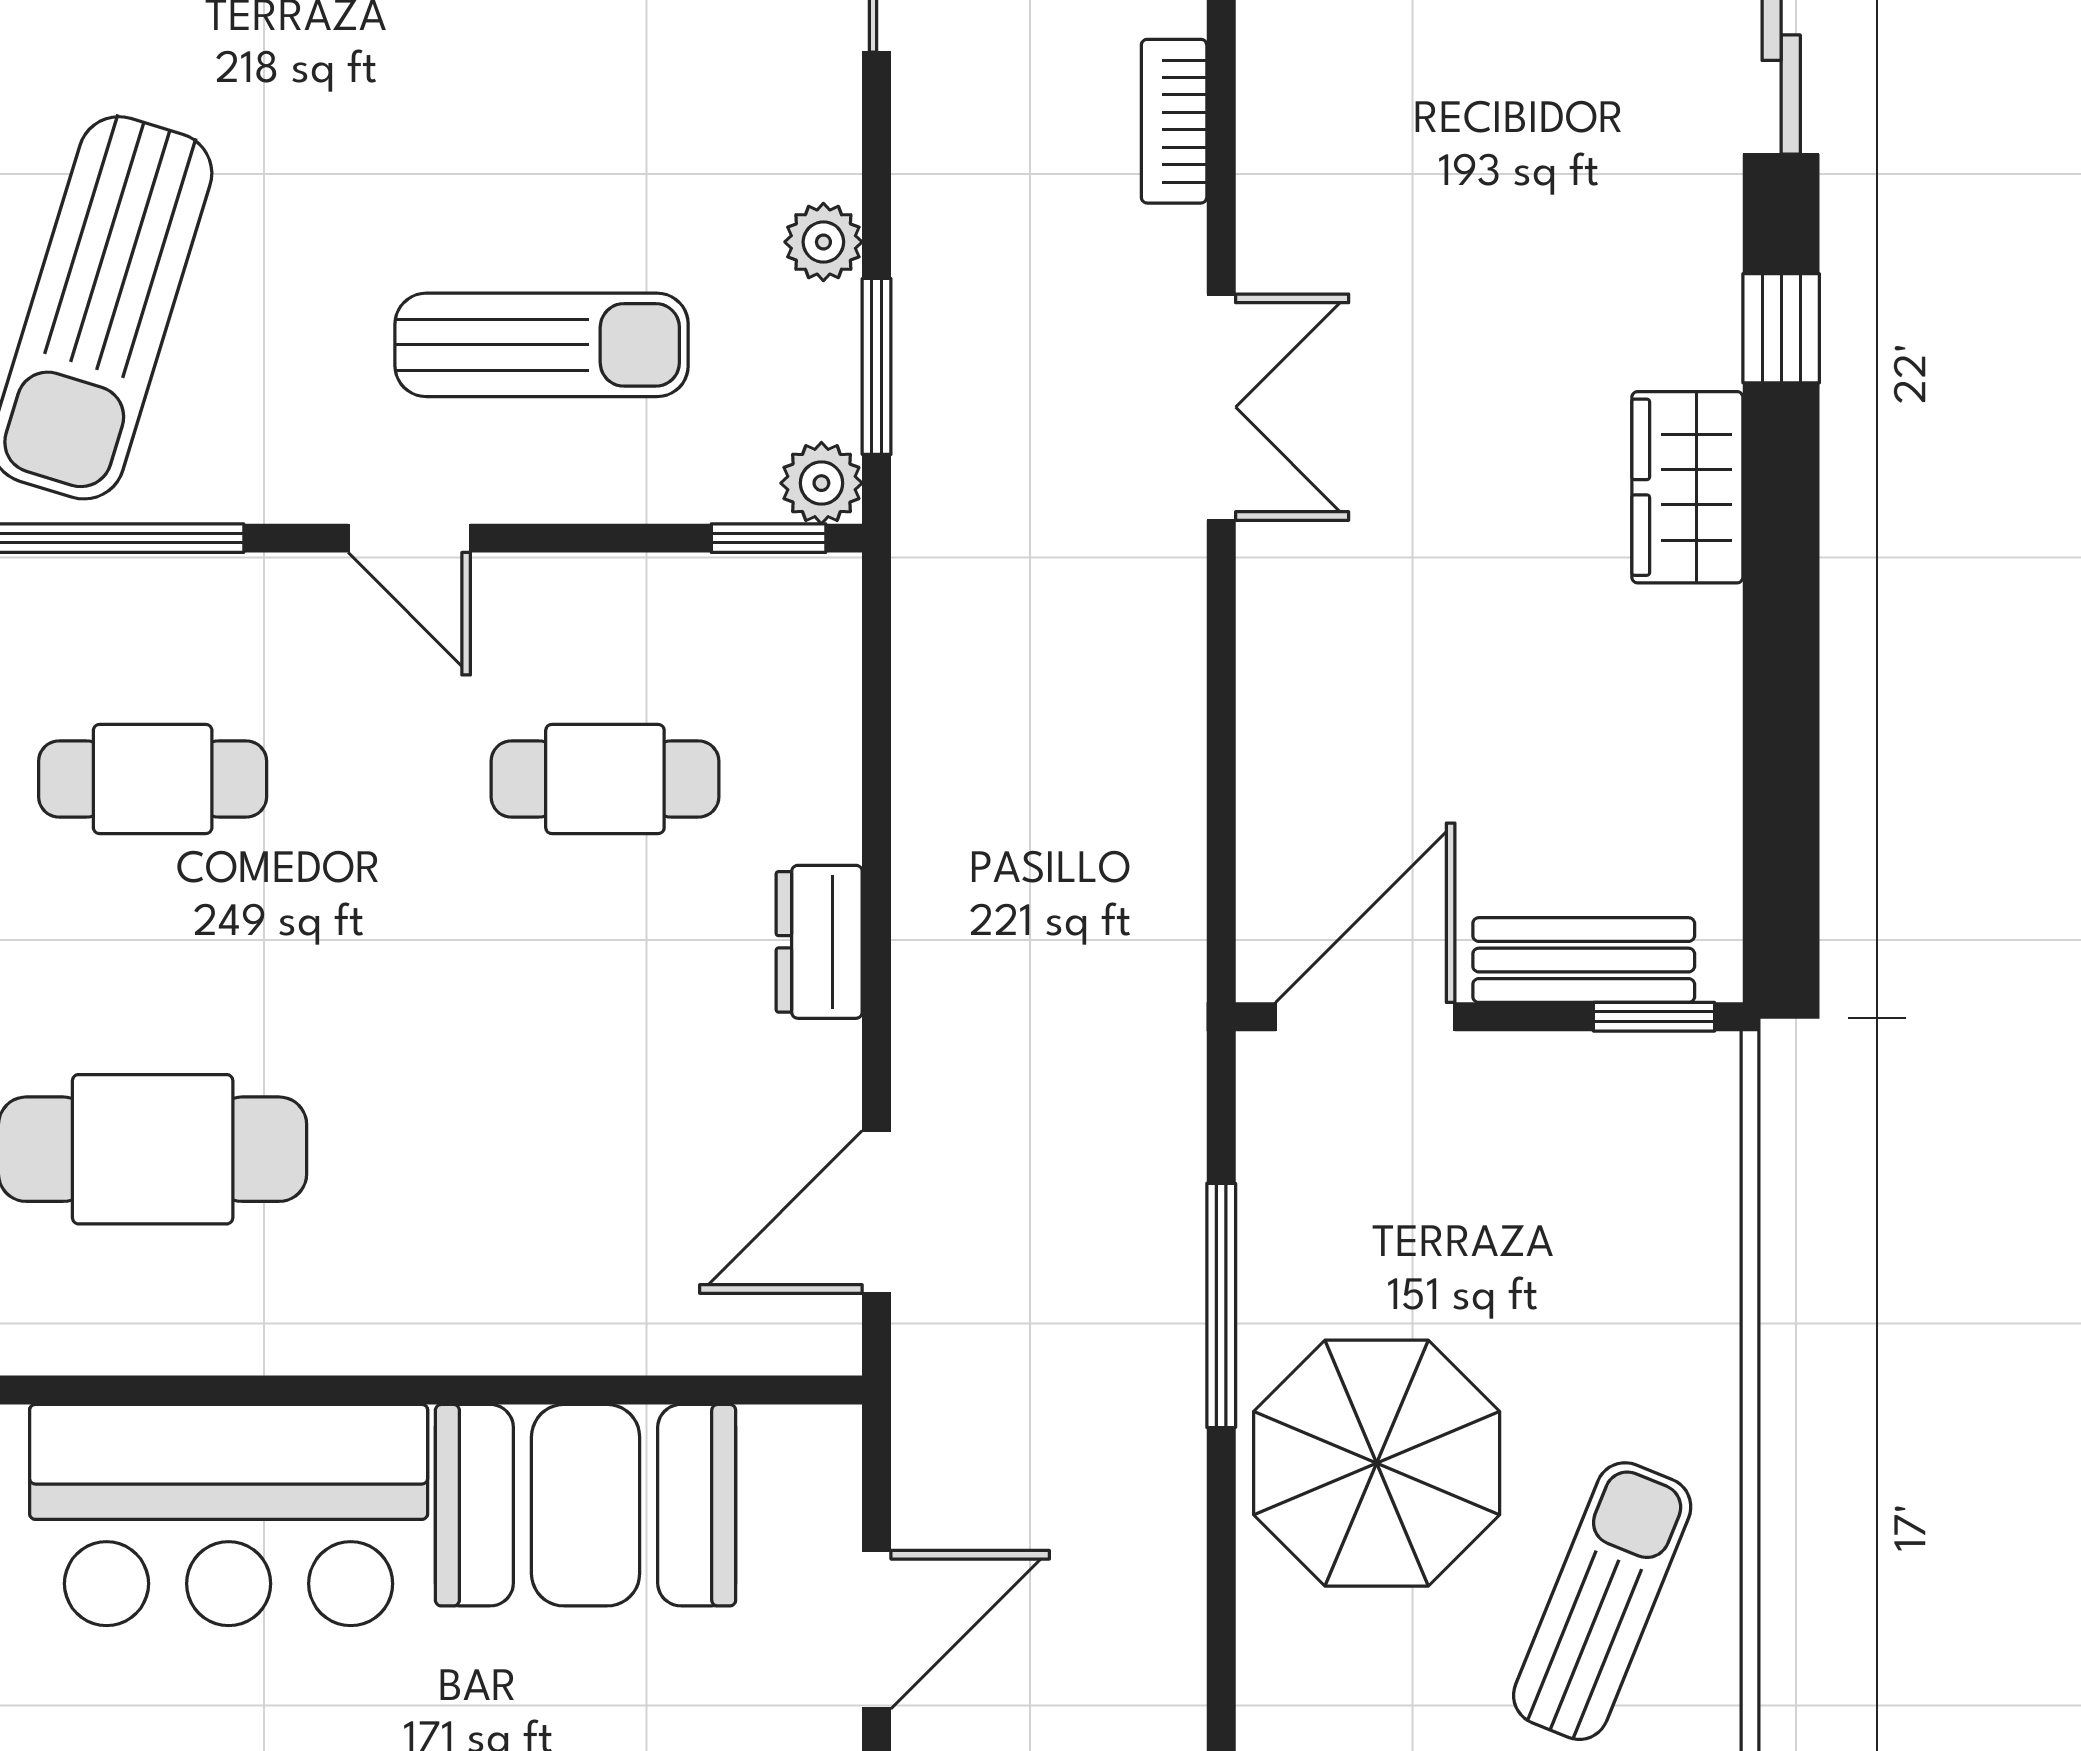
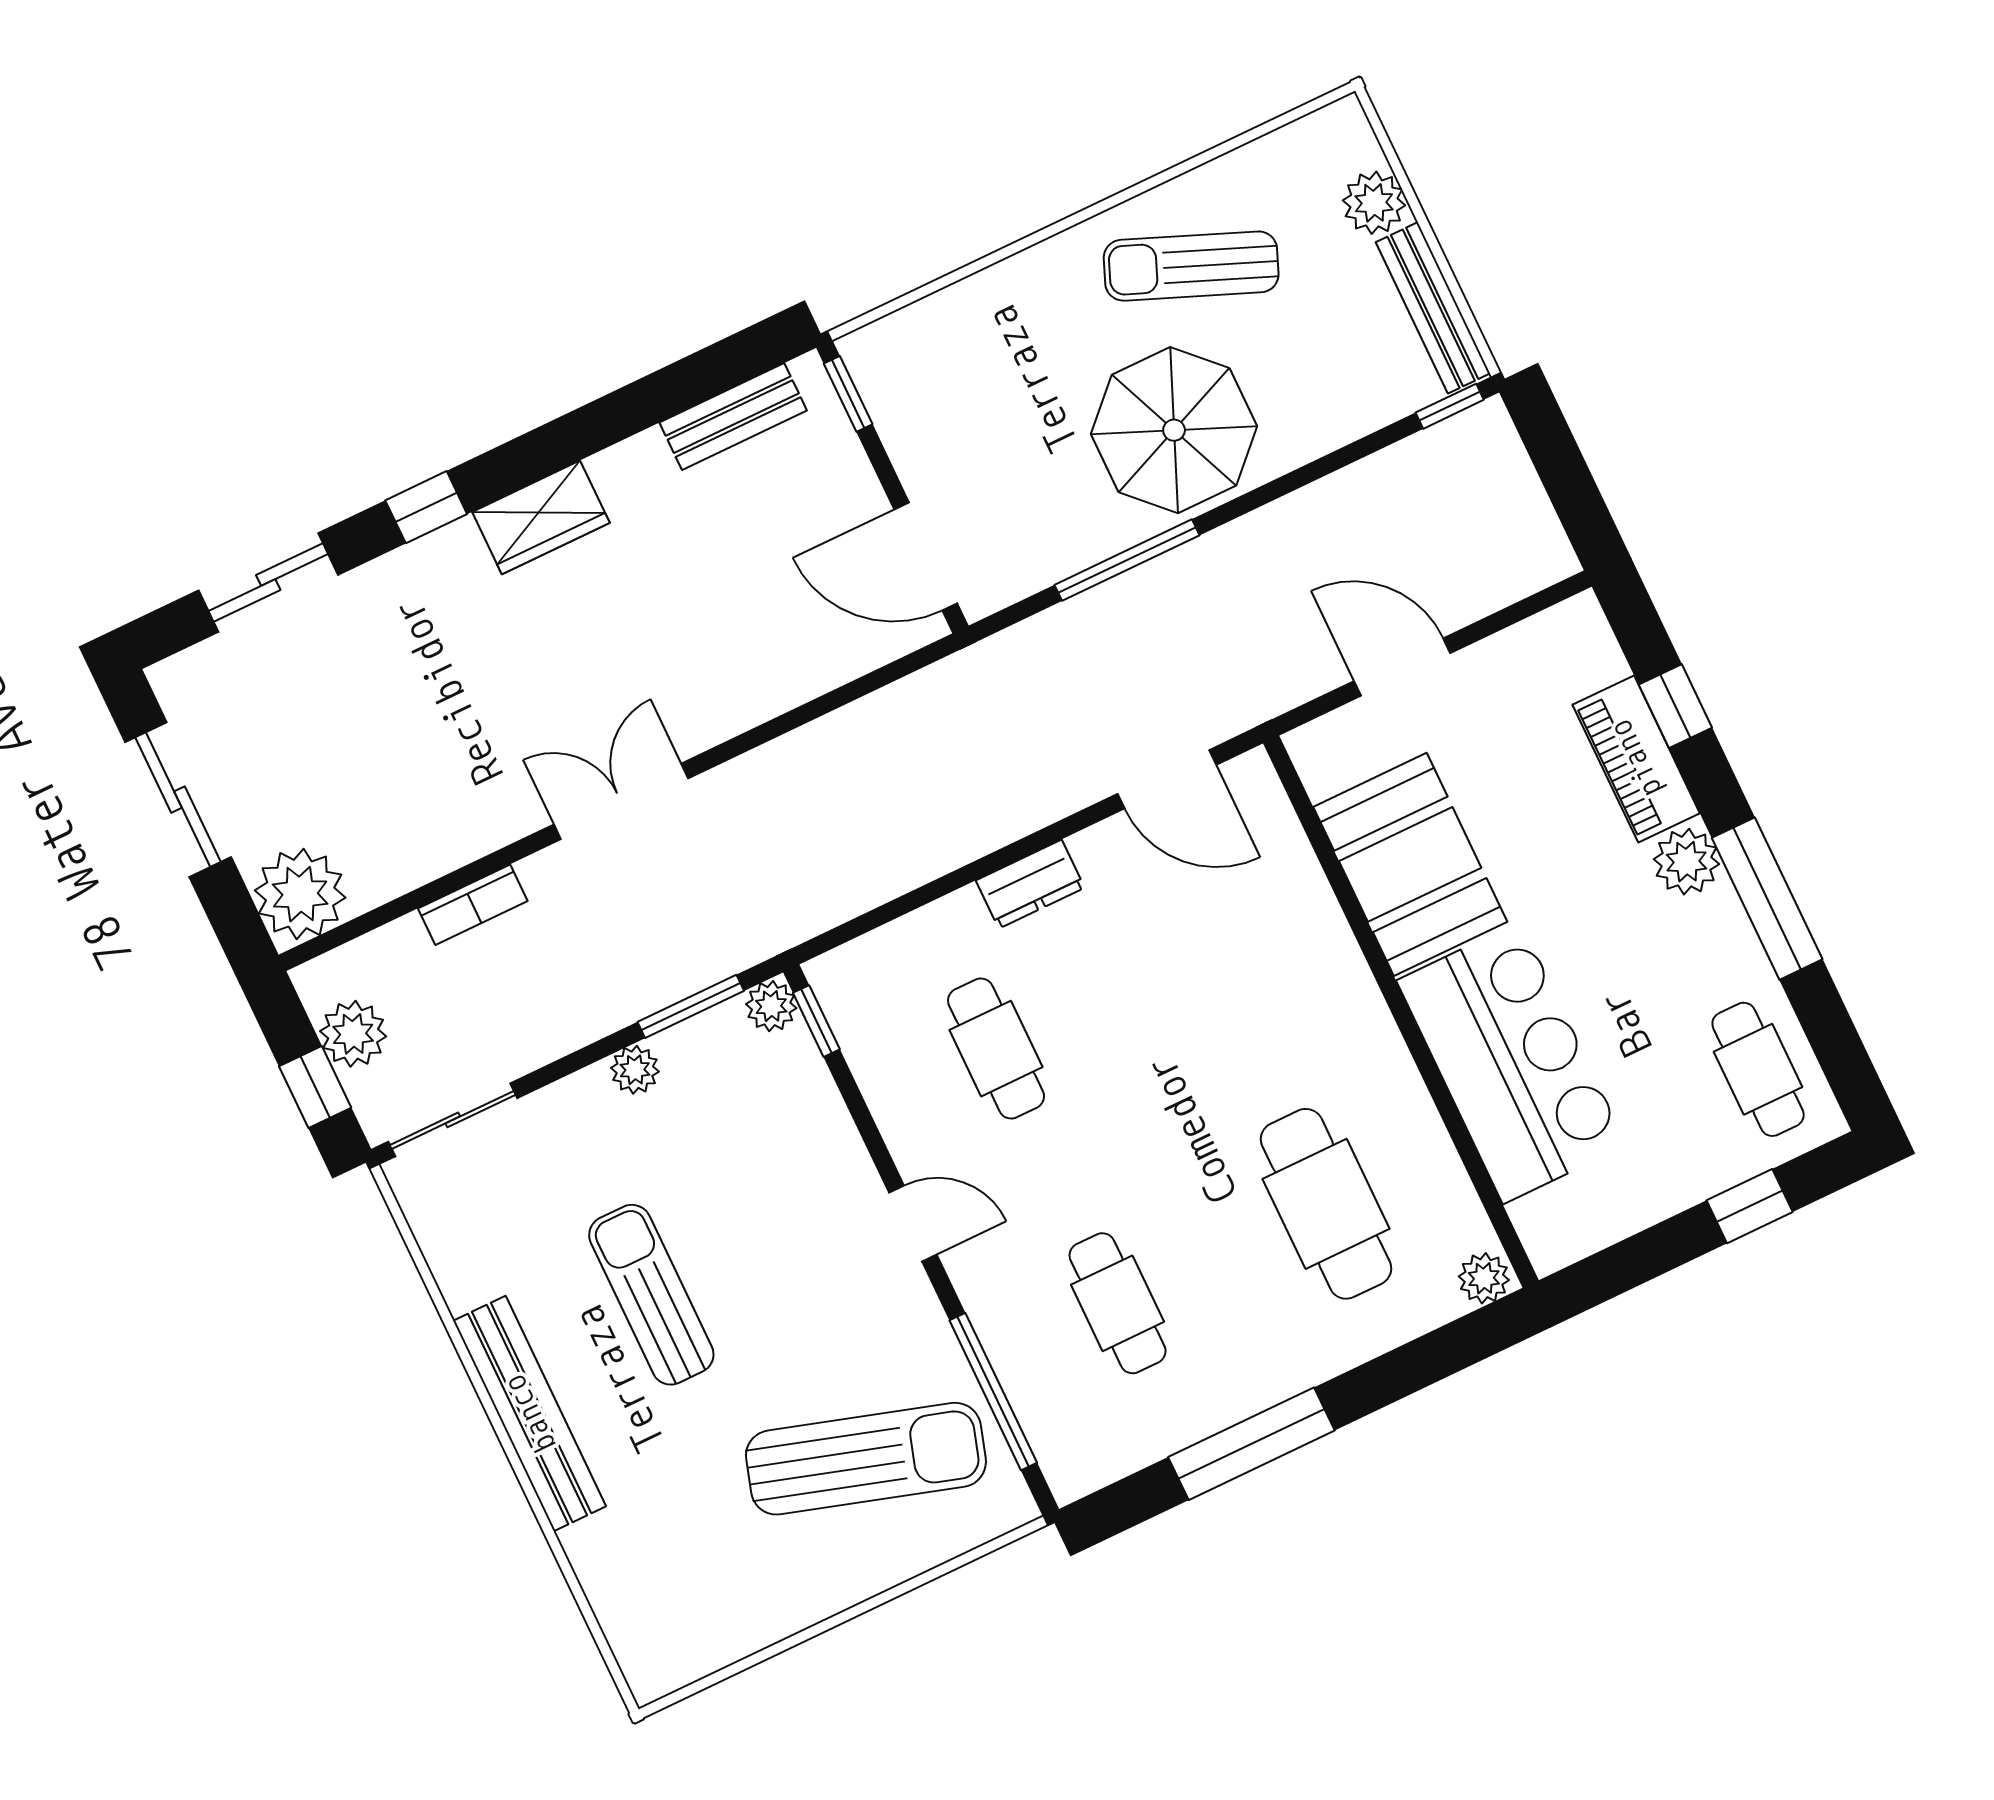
sun lounger: (542, 345) -> (651, 1295), moved
door: (409, 538) -> (913, 1223), hinge flipped
bench: (1584, 960) -> (733, 417), moved, turned 90

